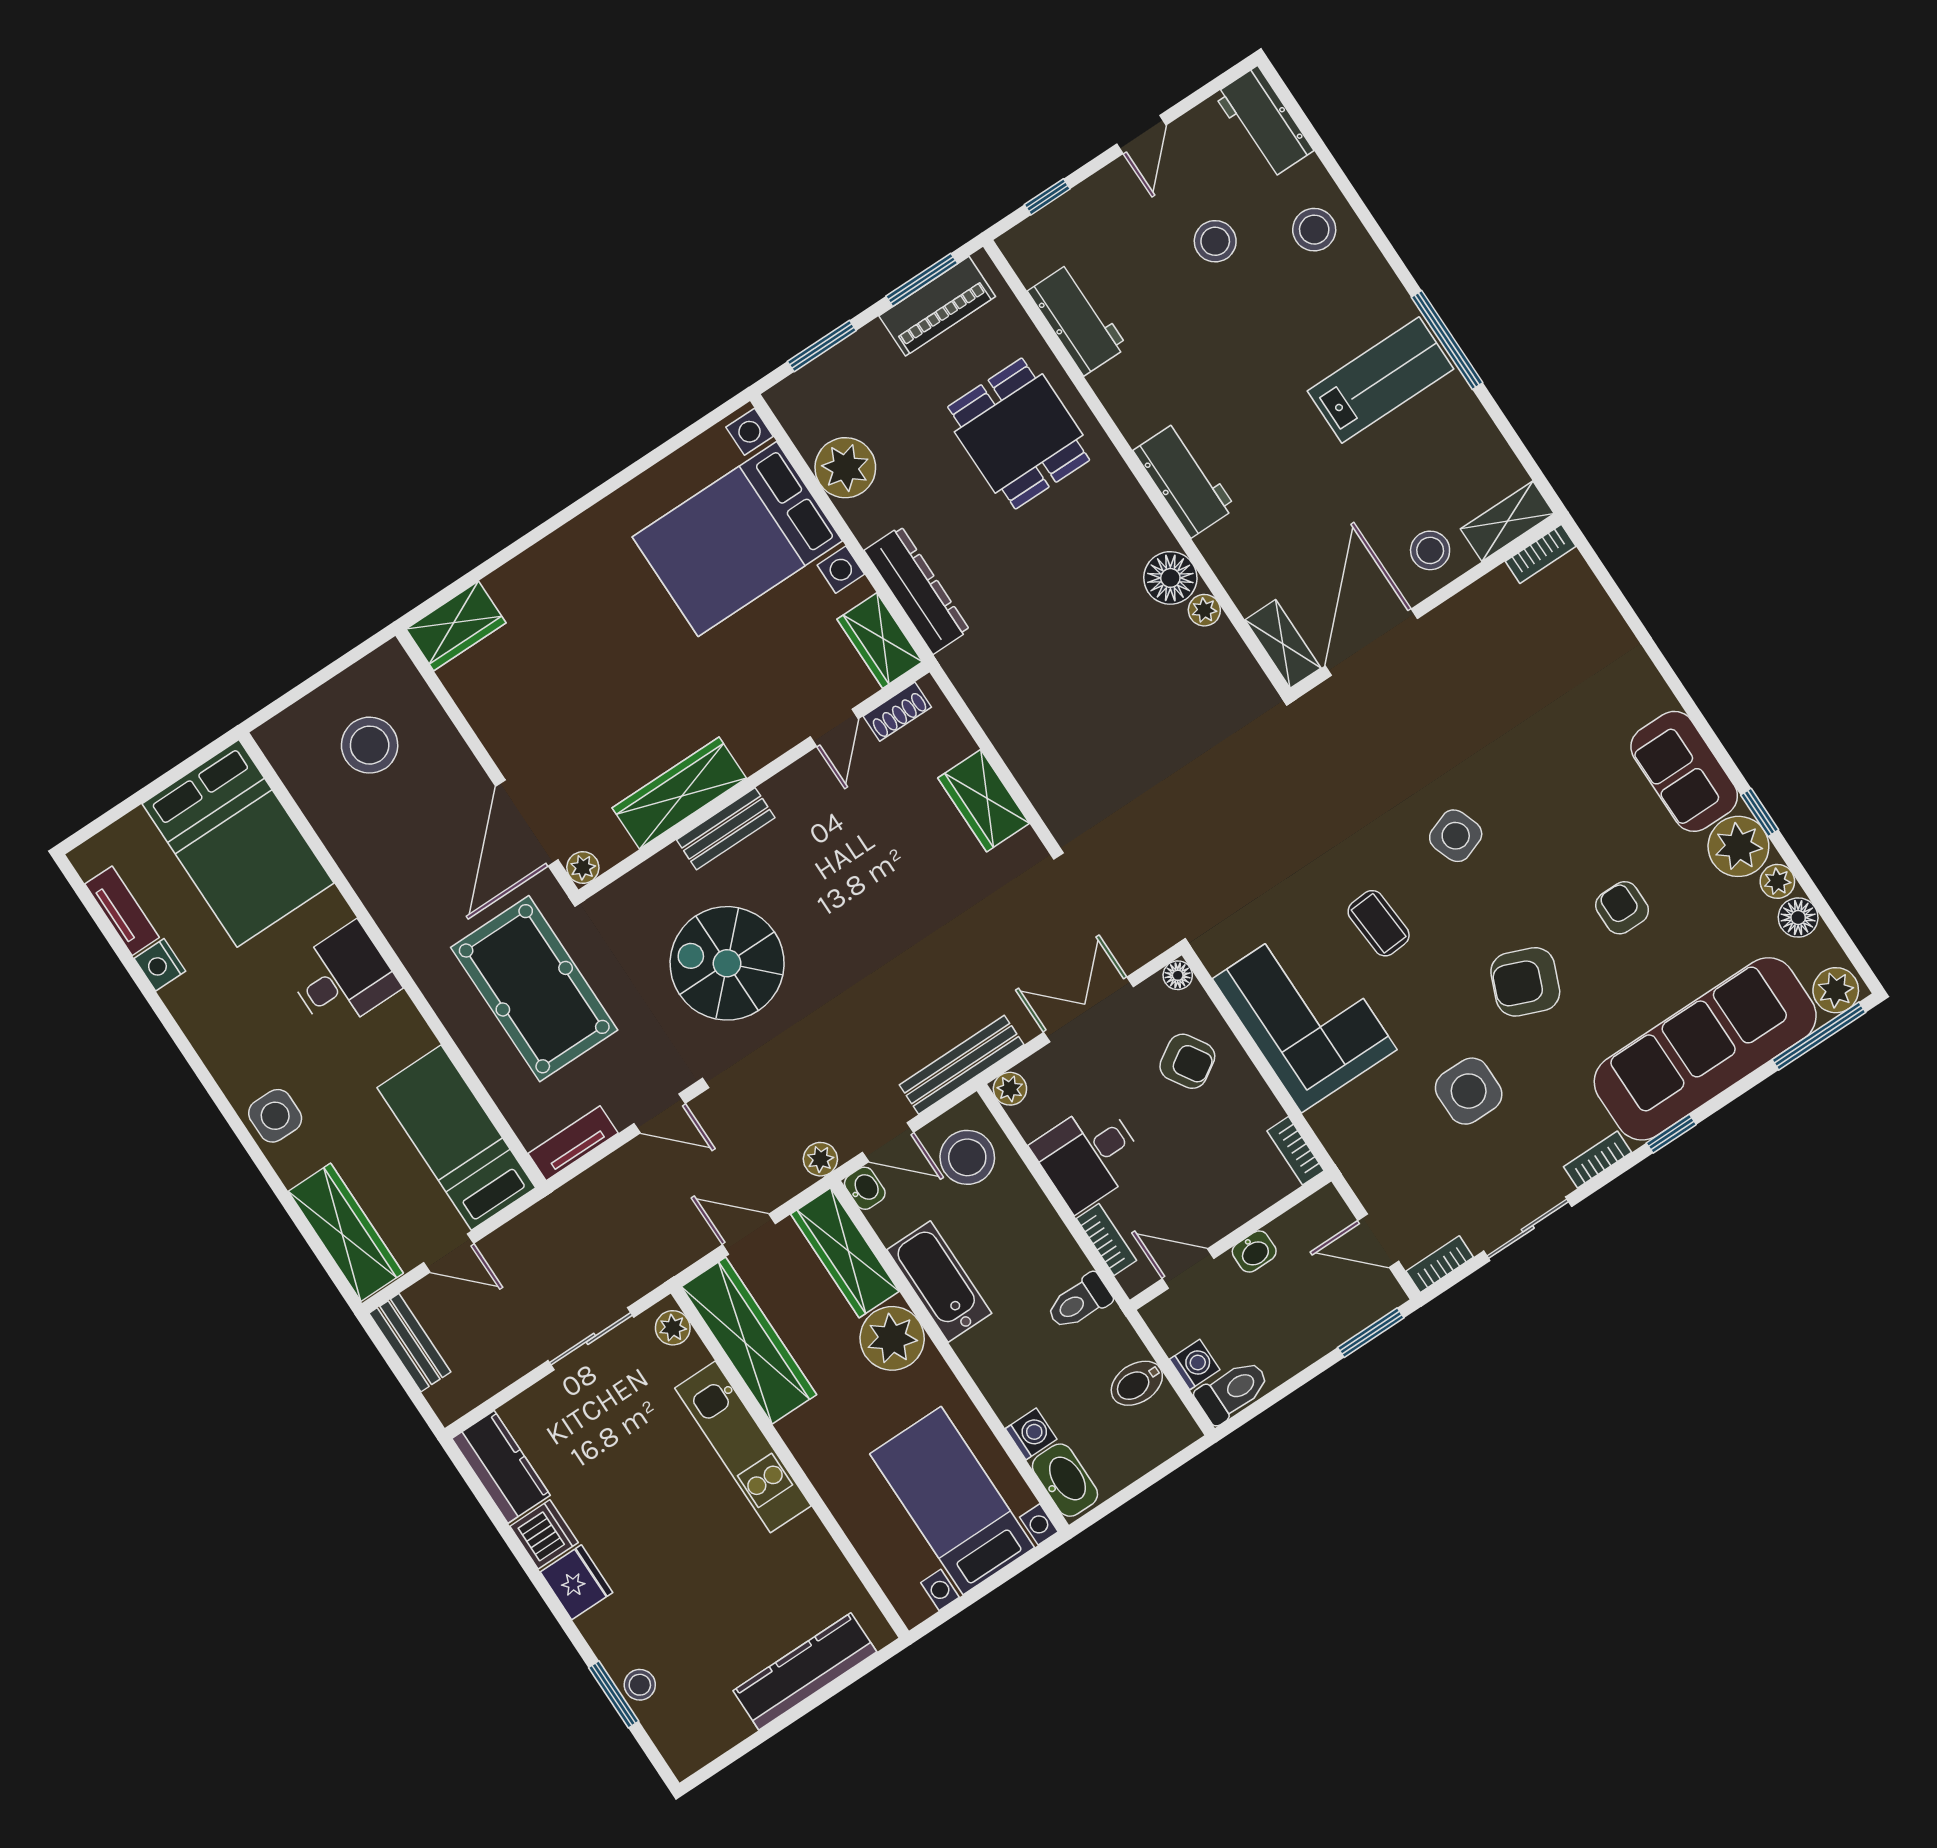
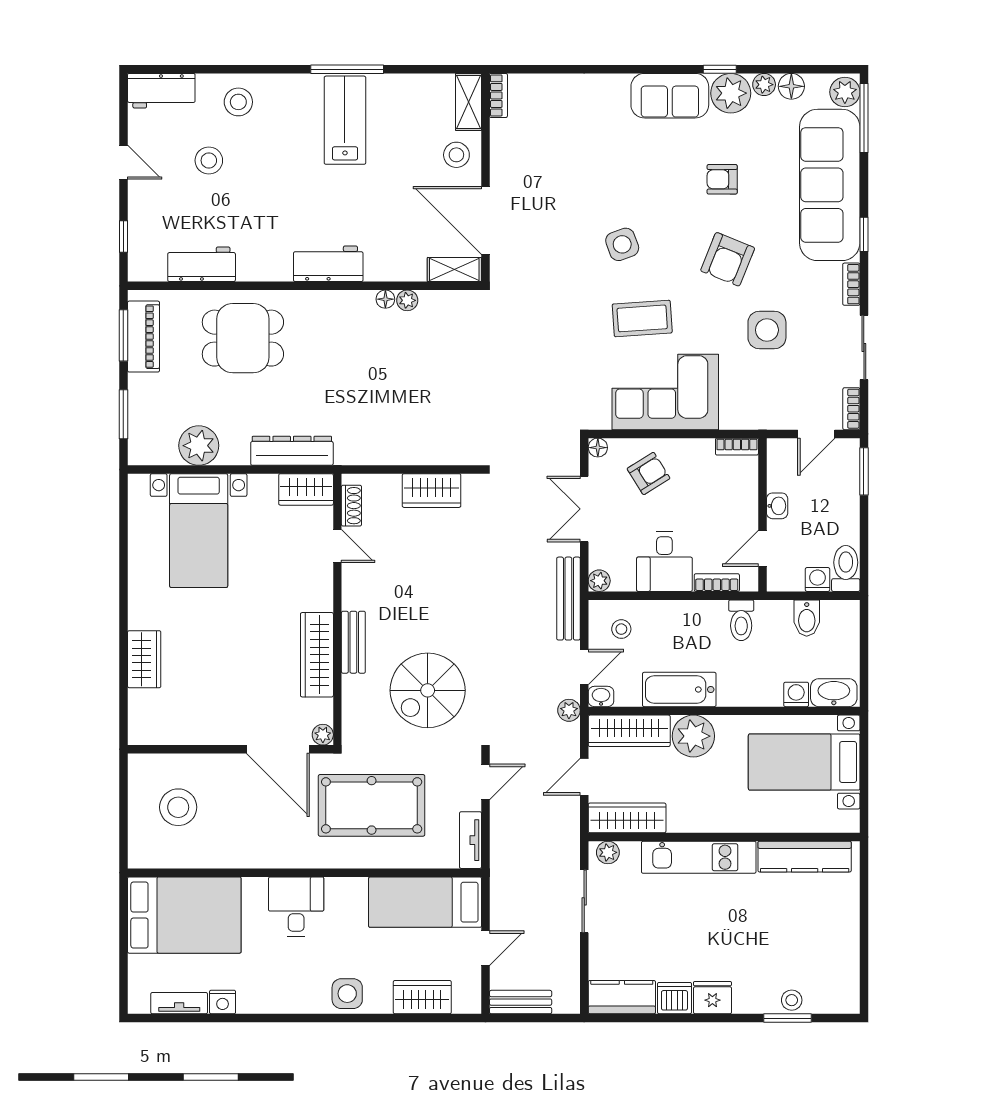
bed with nightstands: (737, 539) -> (199, 531), width x0.73
floor lamp: (1170, 578) -> (385, 299), width x0.53, depth x0.53
wardrobe: (456, 626) -> (144, 659), moved
coffee table: (1379, 923) -> (642, 318), width x1.36, depth x1.30
stool: (967, 1157) -> (621, 629), width x0.53, depth x0.53
wardrobe: (346, 1232) -> (422, 997), width x0.67
wardrobe: (749, 1341) -> (627, 818), width x0.71, depth x0.85
kitchen counter: (805, 1671) -> (805, 857), moved, turned -90

